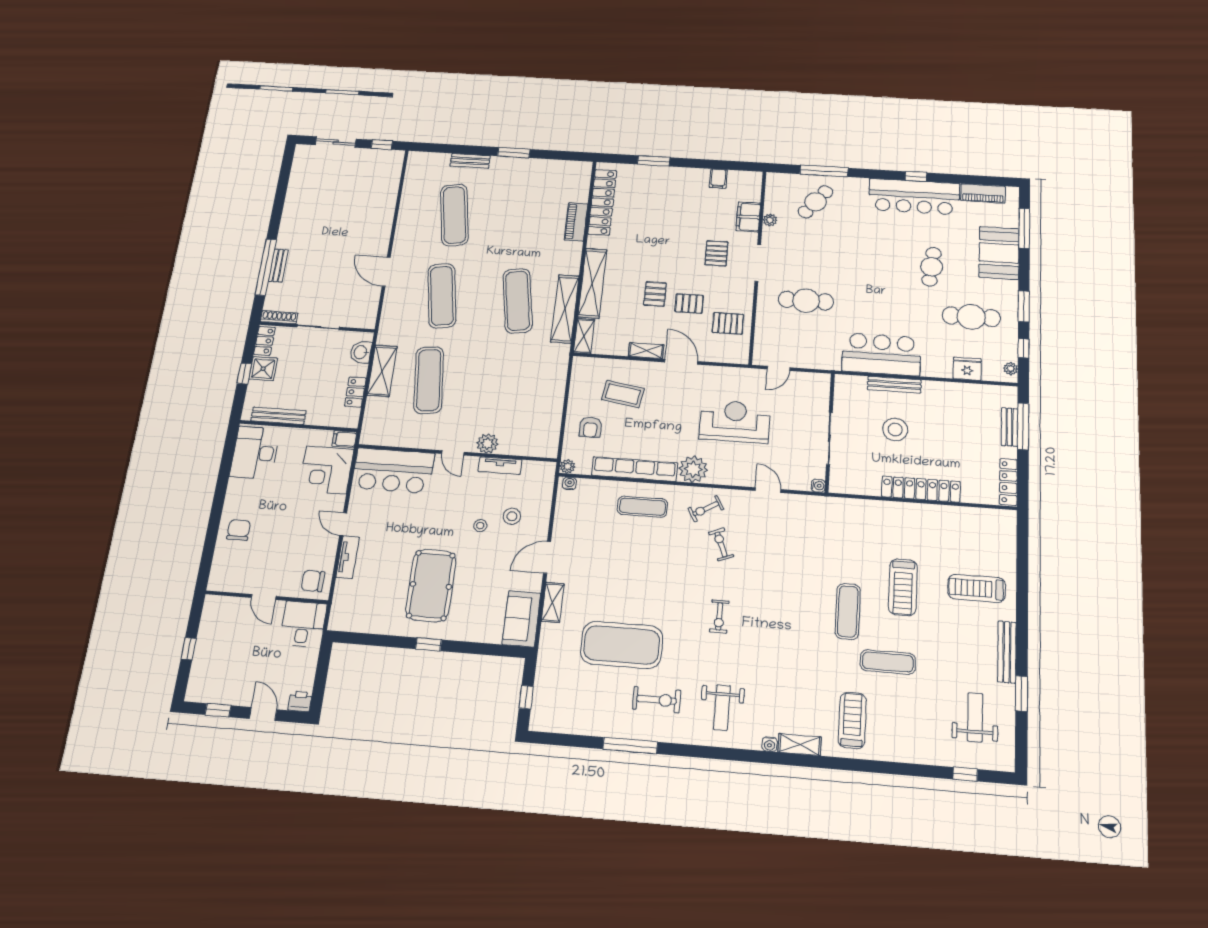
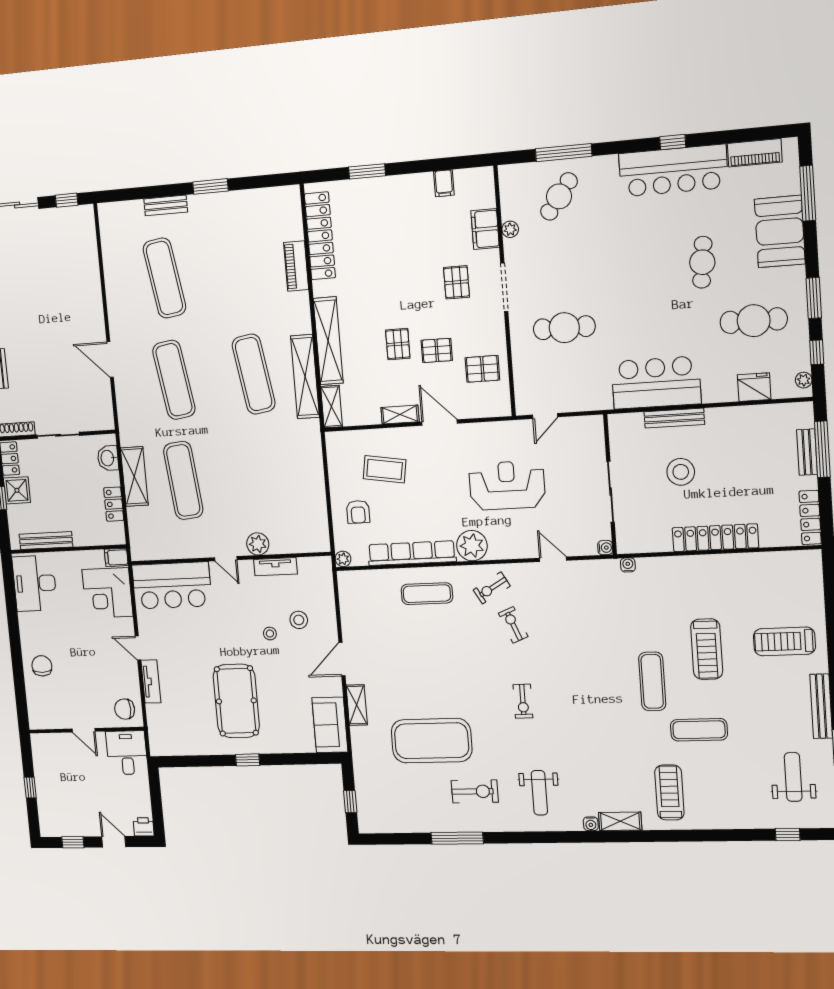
water cooler: (569, 483) -> (628, 565), moved

